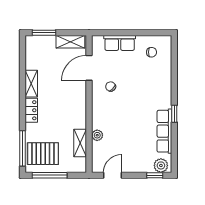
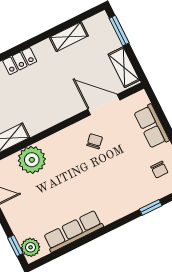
shelving: (31, 84) -> (69, 37), moved
window: (174, 114) -> (151, 207), moved
plant: (97, 135) -> (32, 160), width x1.88, depth x1.88

